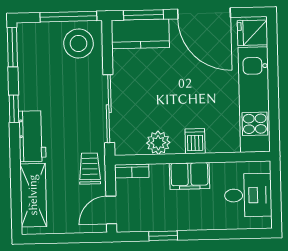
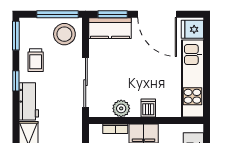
trolley: (90, 169) -> (36, 60), moved, turned 180
bookcase: (132, 171) -> (115, 129), moved

